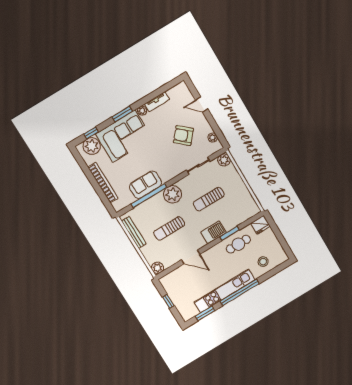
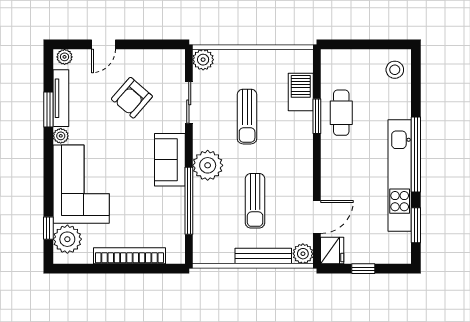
tv unit: (157, 102) -> (61, 98), width x1.41
window: (122, 114) -> (48, 110), moved
plant: (213, 138) -> (65, 57), moved
sofa: (145, 185) -> (170, 160), moved
fridge: (260, 225) -> (332, 251), moved
bench: (134, 232) -> (263, 256), moved
barbecue: (214, 232) -> (301, 92), moved
door: (191, 257) -> (317, 217), moved
stool: (263, 262) -> (395, 70), moved

